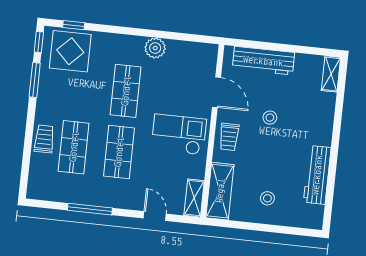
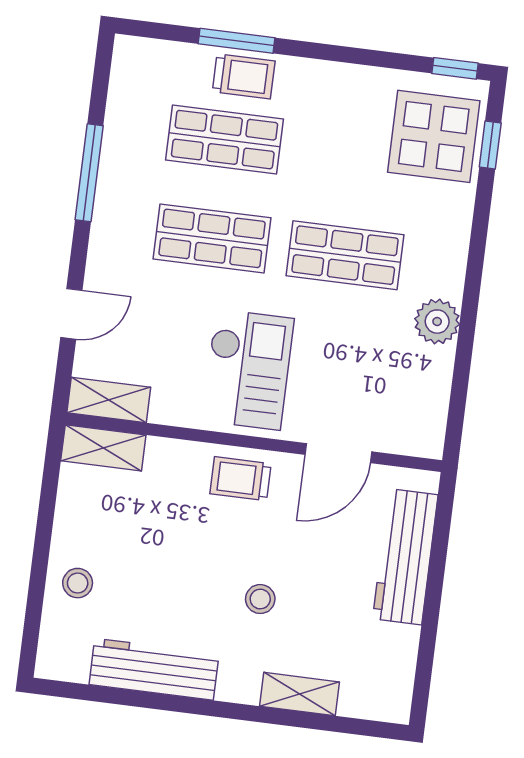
shelving: (331, 74) -> (299, 694), moved
window: (35, 80) -> (236, 41), moved
stool: (270, 118) -> (260, 599), moved
shelving: (220, 191) -> (103, 448), width x0.67, depth x0.75
stool: (267, 198) -> (78, 583), moved

